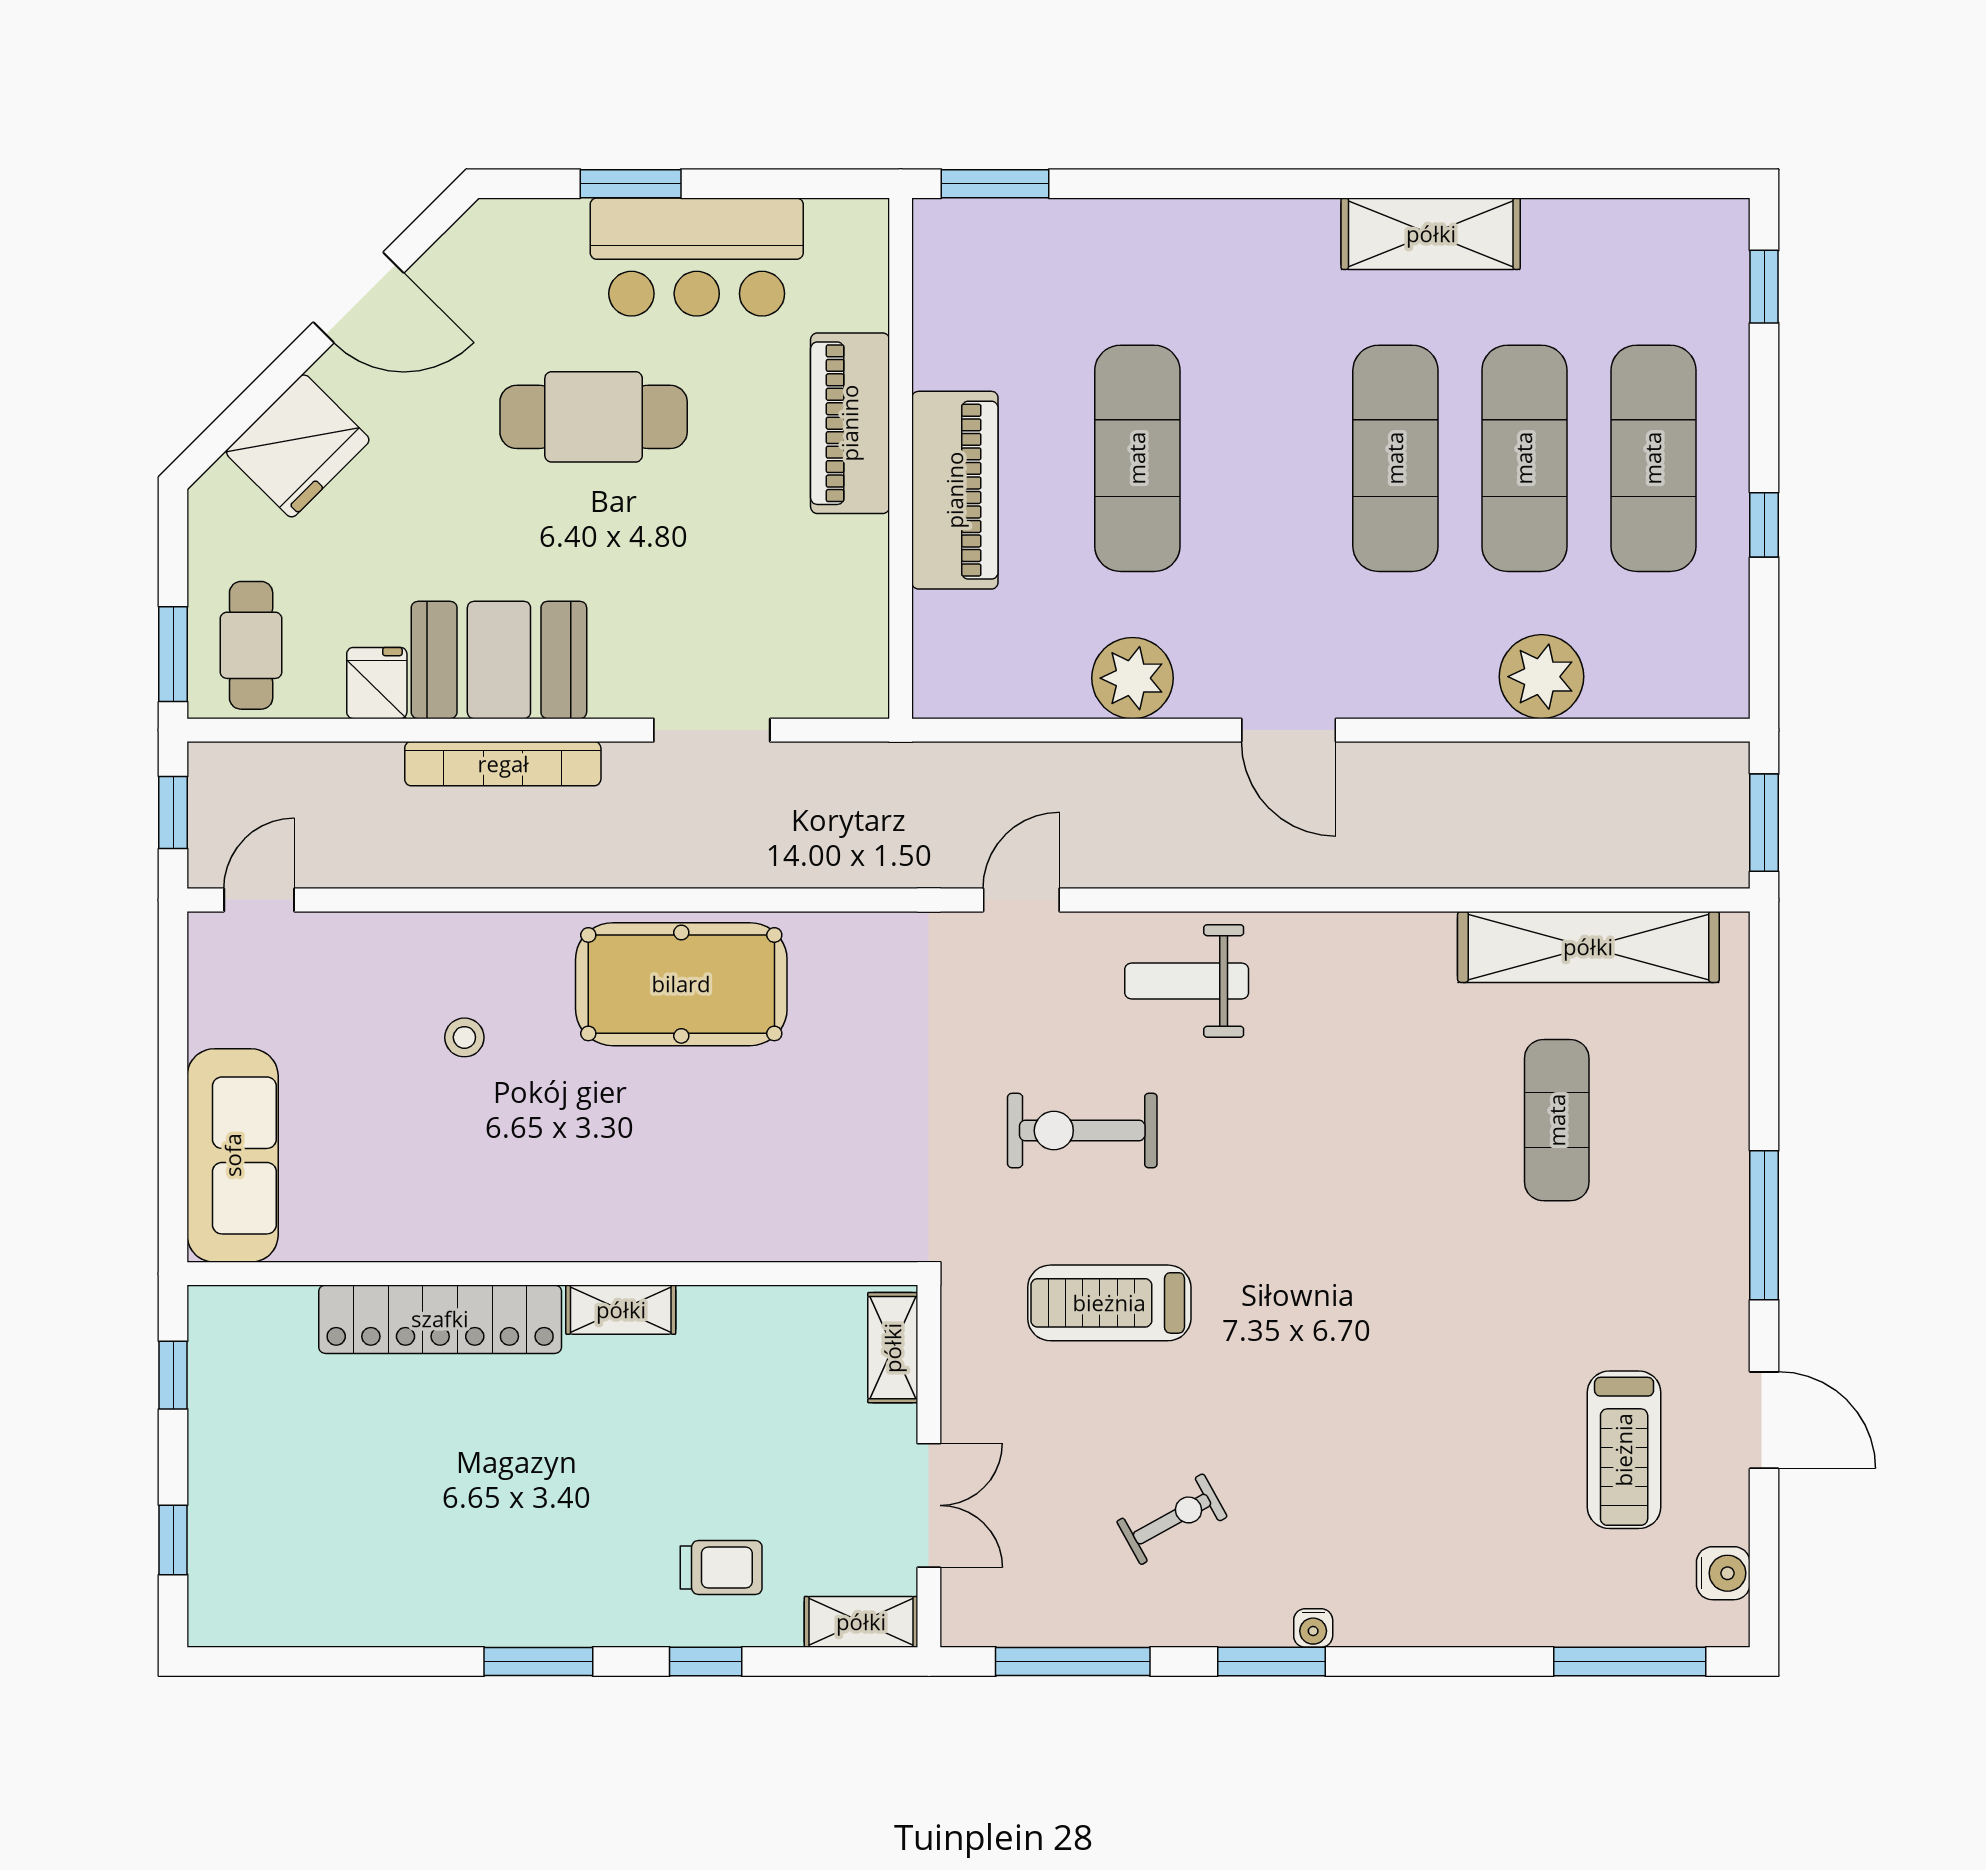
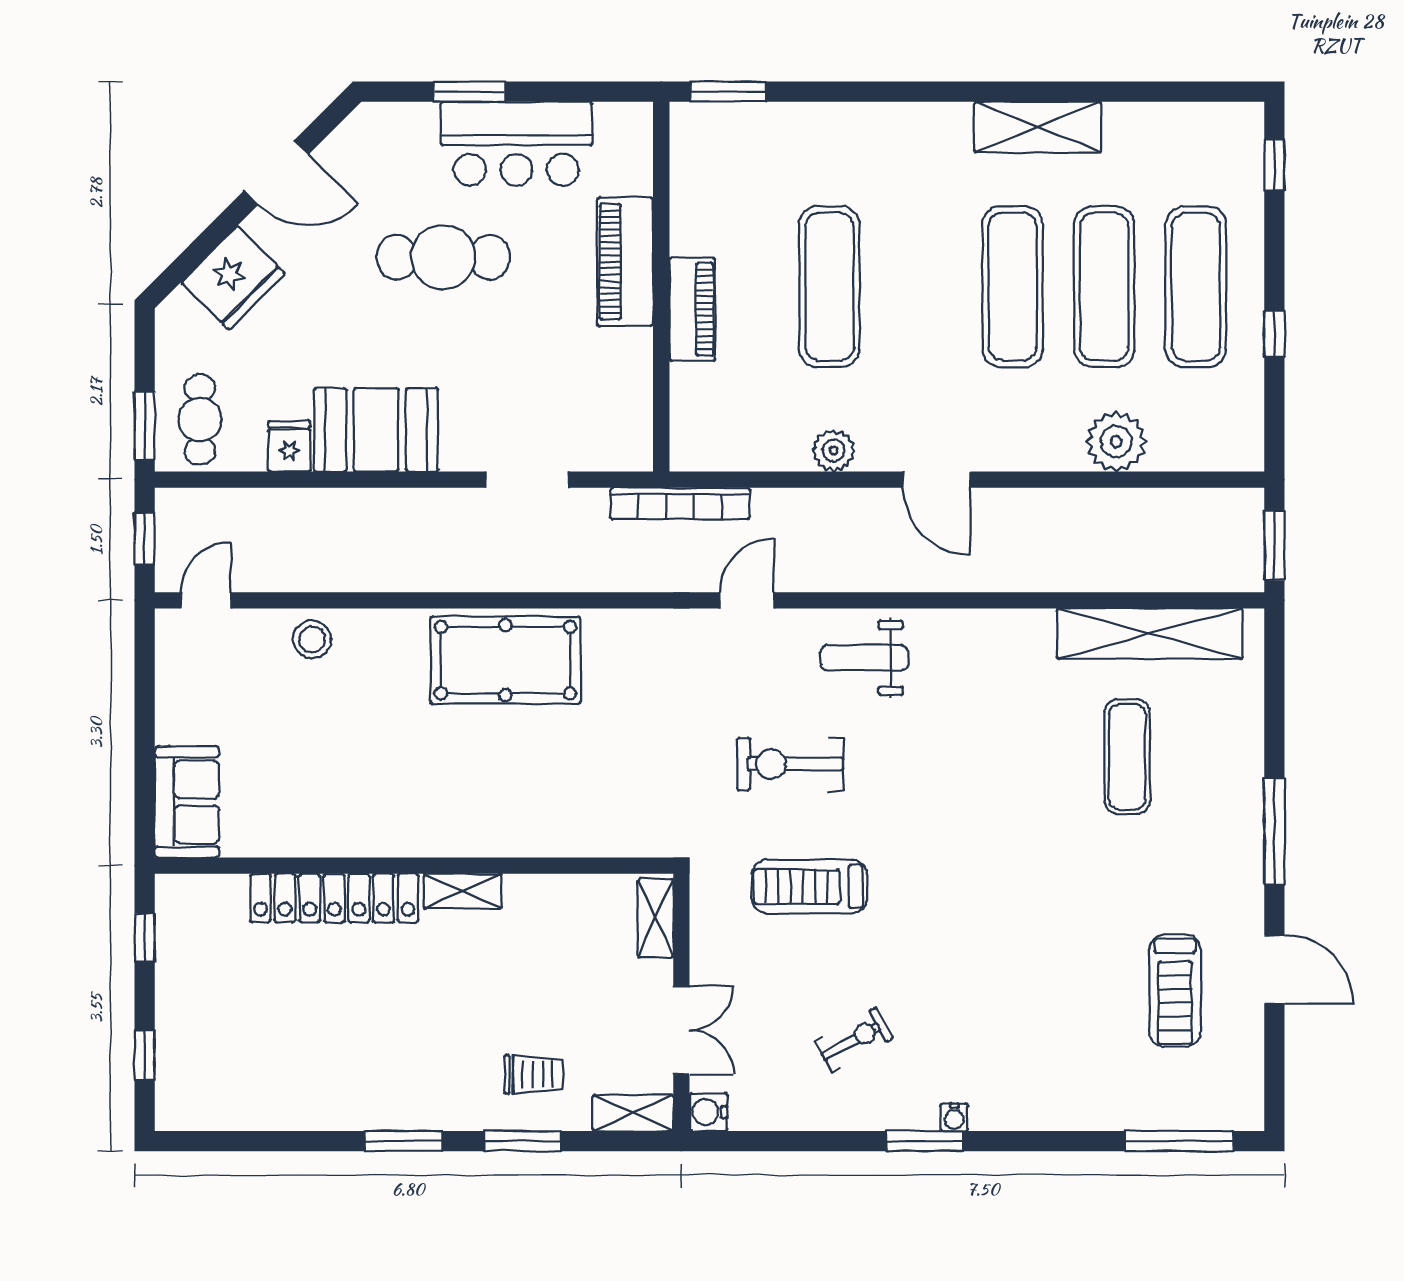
piano: (955, 490) -> (692, 309), width x0.73, depth x0.75
plant: (1132, 678) -> (834, 450), width x0.73, depth x0.73
bookcase: (503, 764) -> (680, 504), moved
stool: (464, 1037) -> (312, 639), moved, width x1.37, depth x1.37
sofa: (233, 1155) -> (187, 802), width x0.73
water cooler: (1723, 1573) -> (708, 1112), moved, turned 180
window: (706, 1661) -> (523, 1141), width x1.50
window: (1073, 1661) -> (784, 1141), removed

